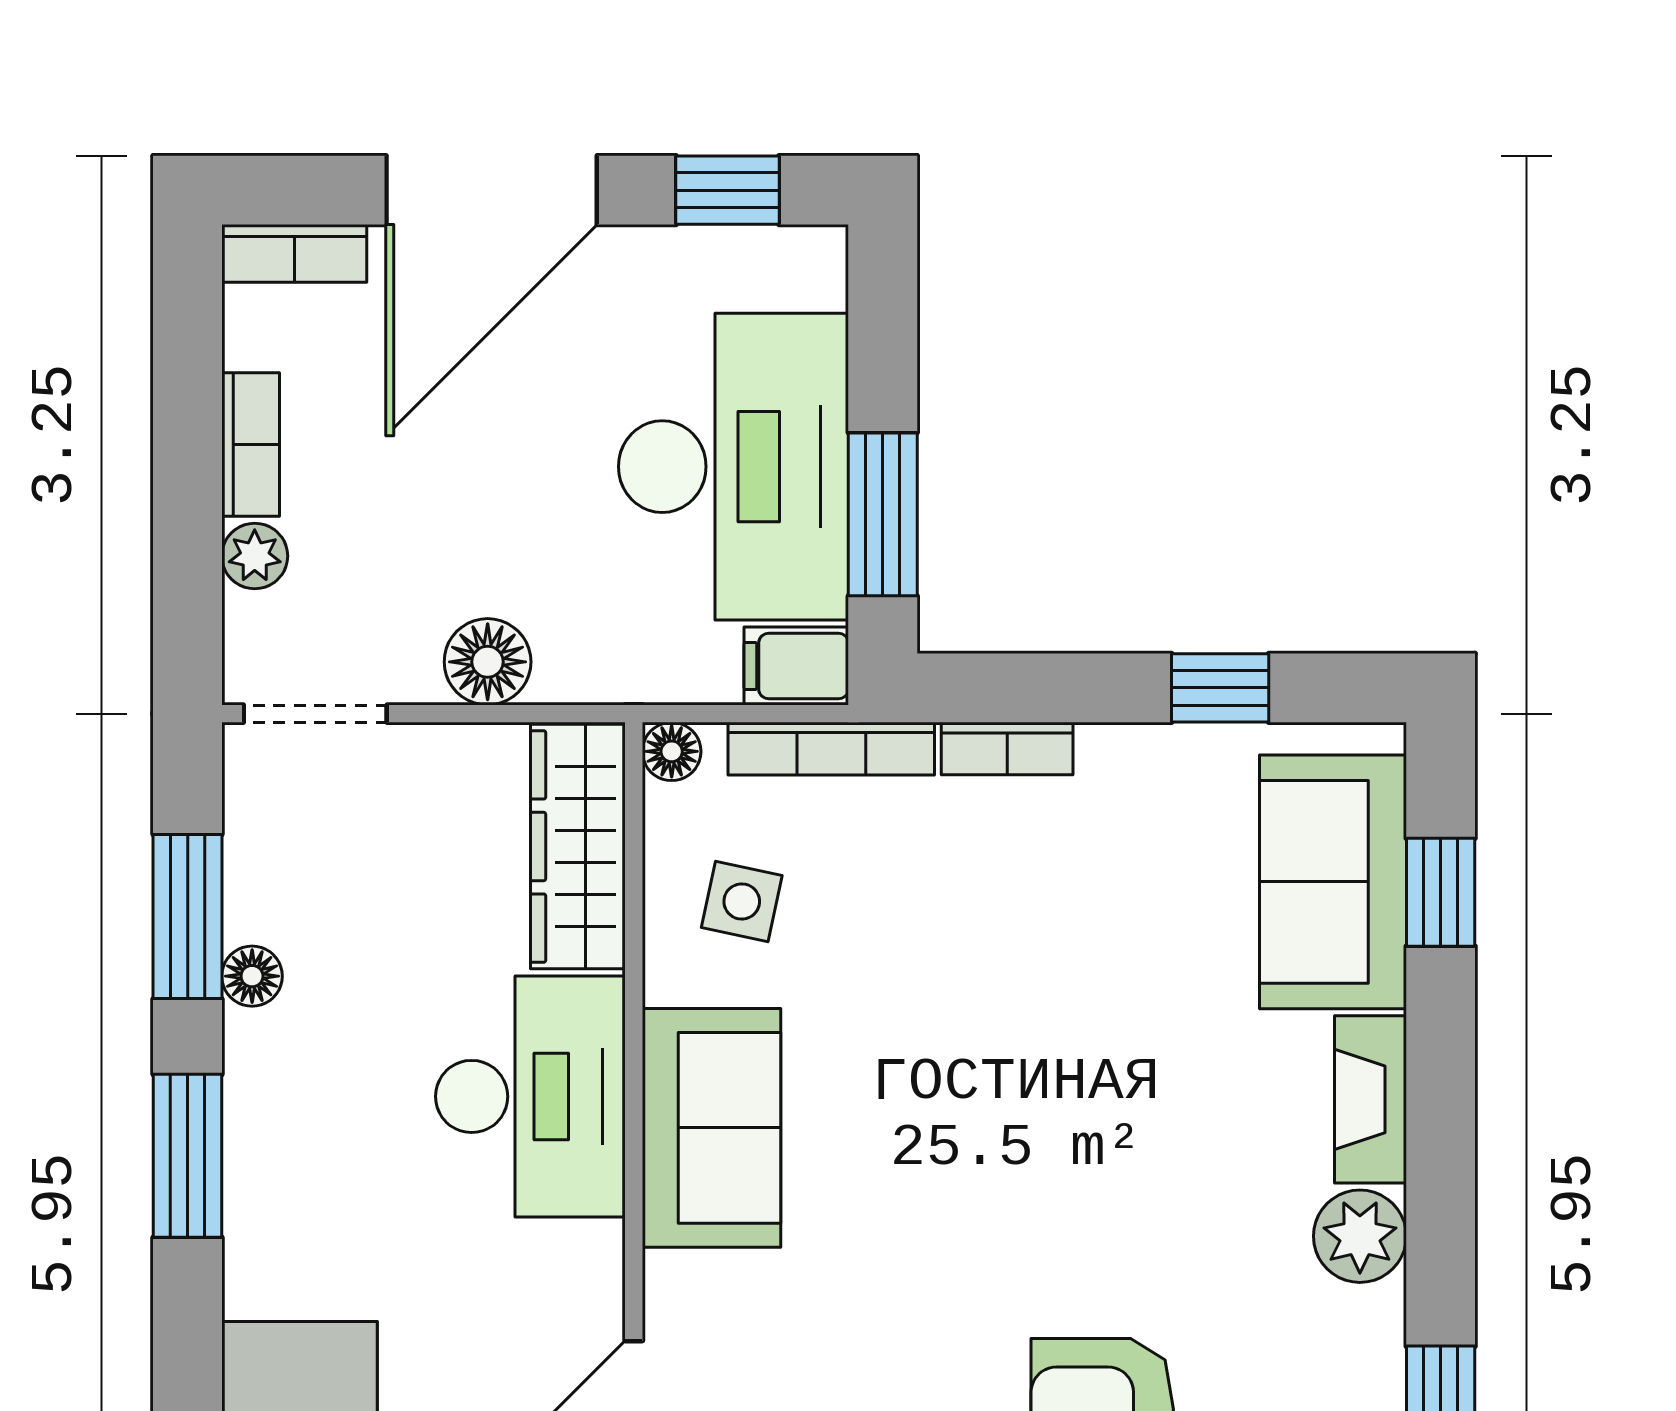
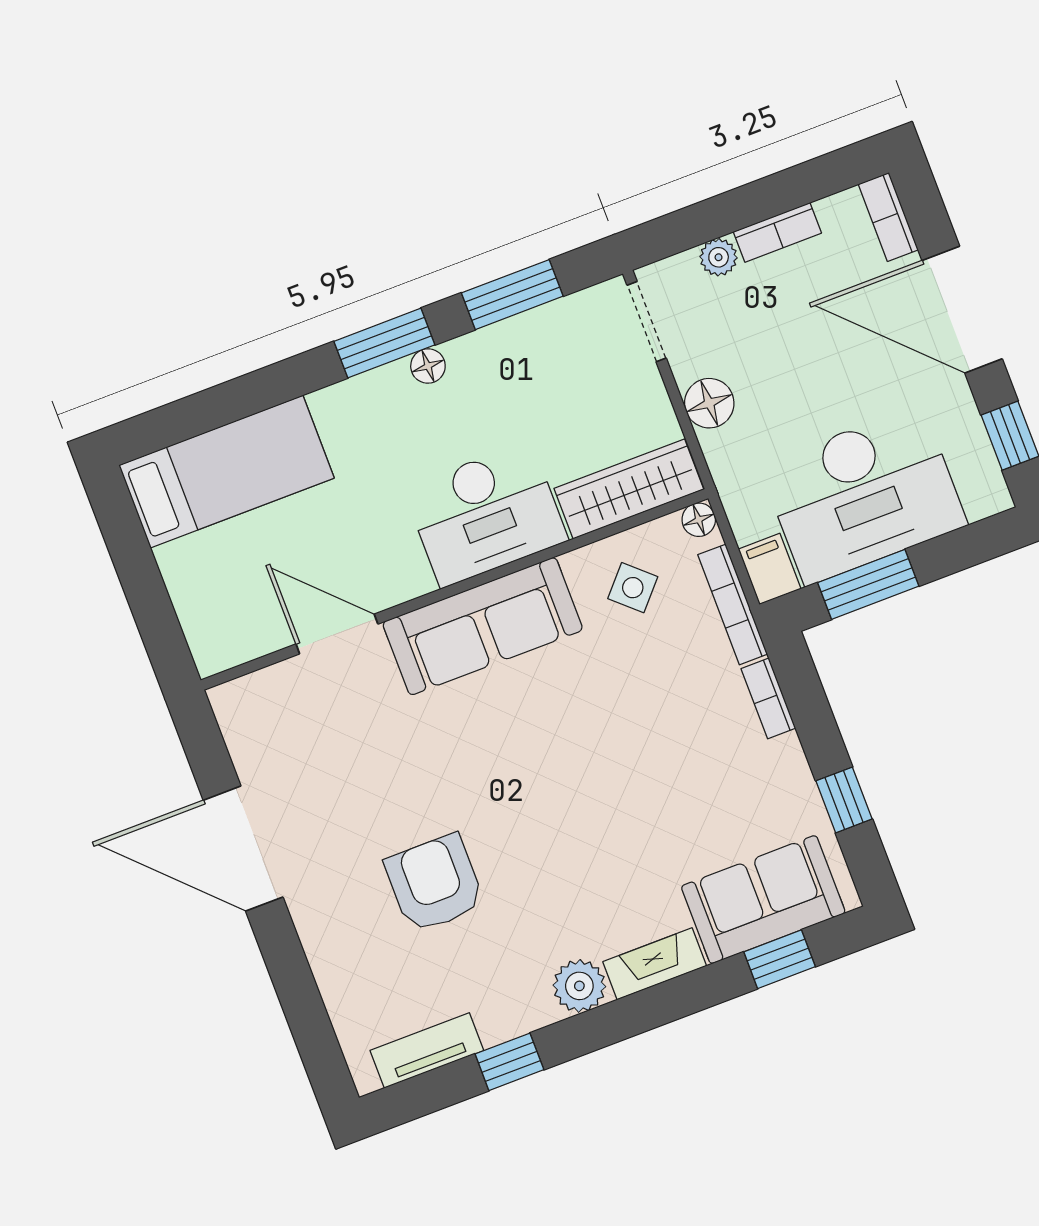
side table: (742, 901) -> (633, 588), turned 30
floor lamp: (252, 976) -> (428, 366), moved
sofa: (712, 1128) -> (483, 626), width x1.36

